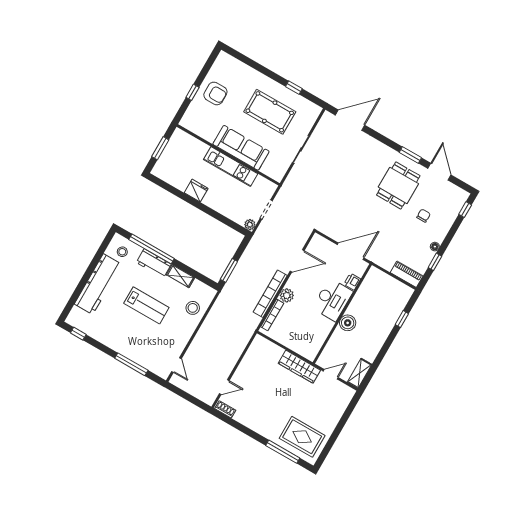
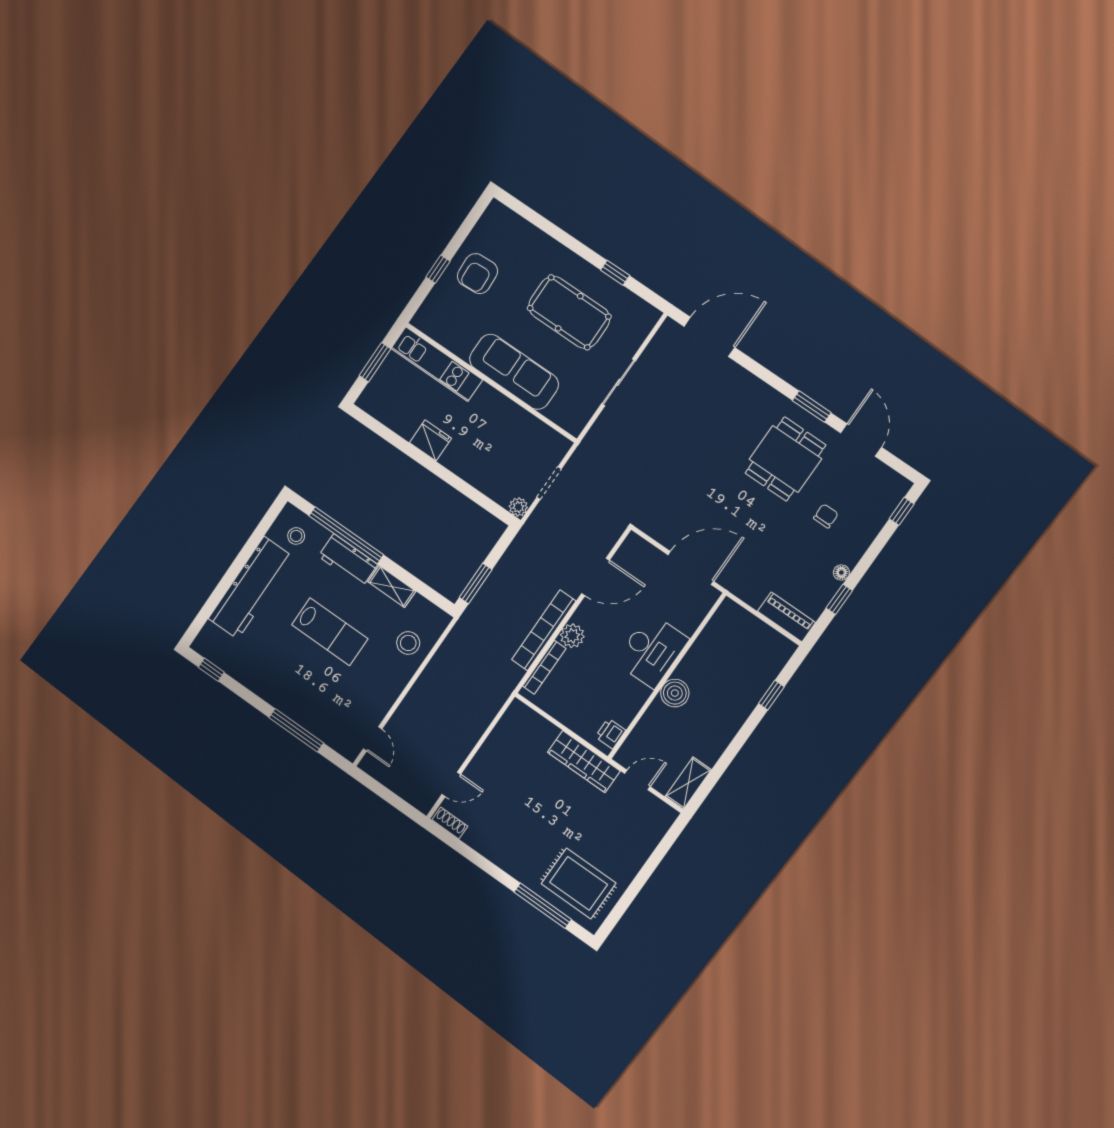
armchair: (215, 93) -> (478, 274), turned 87
kitchen unit: (231, 167) -> (437, 364), moved
printer: (352, 282) -> (610, 734), moved

